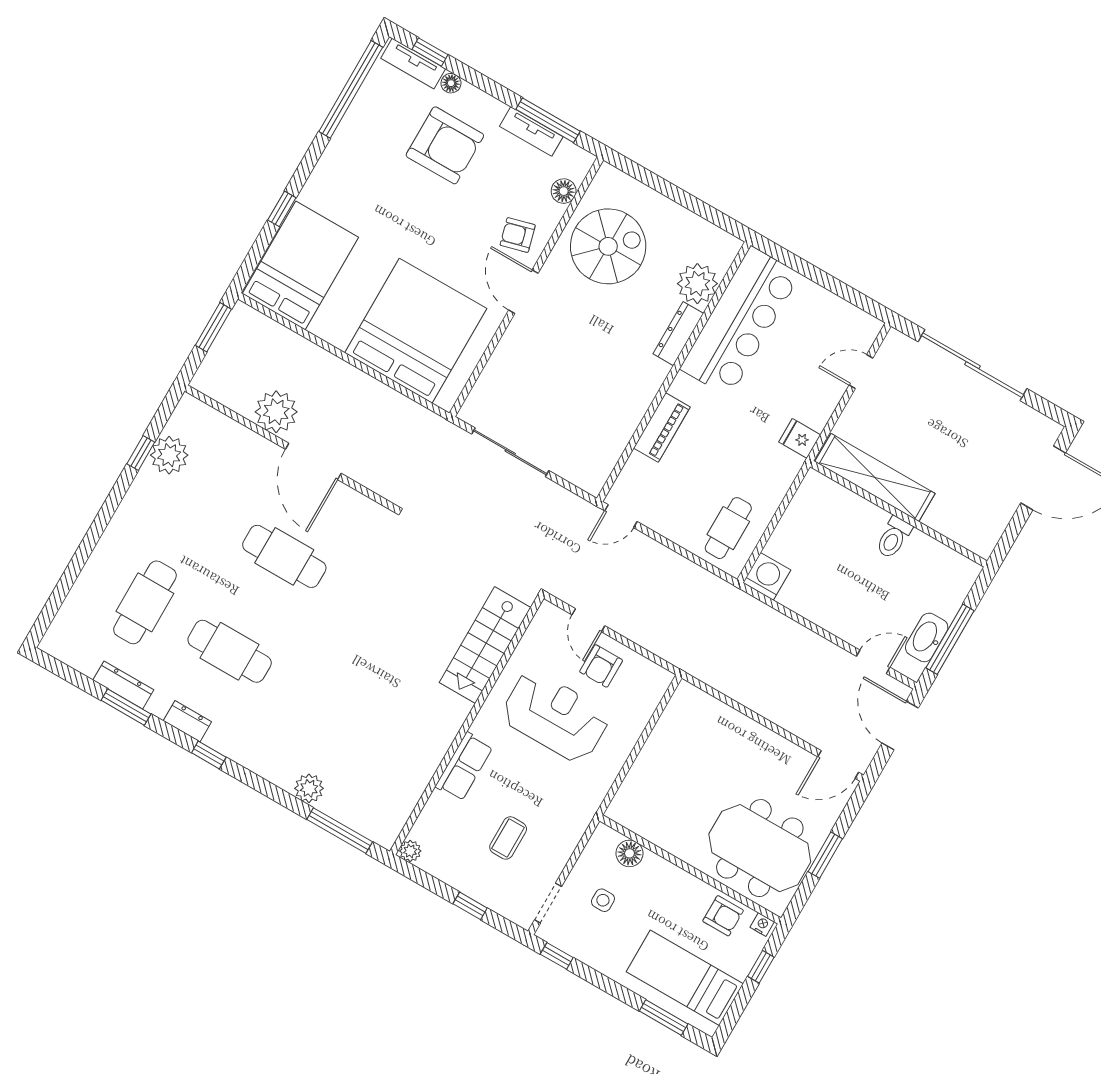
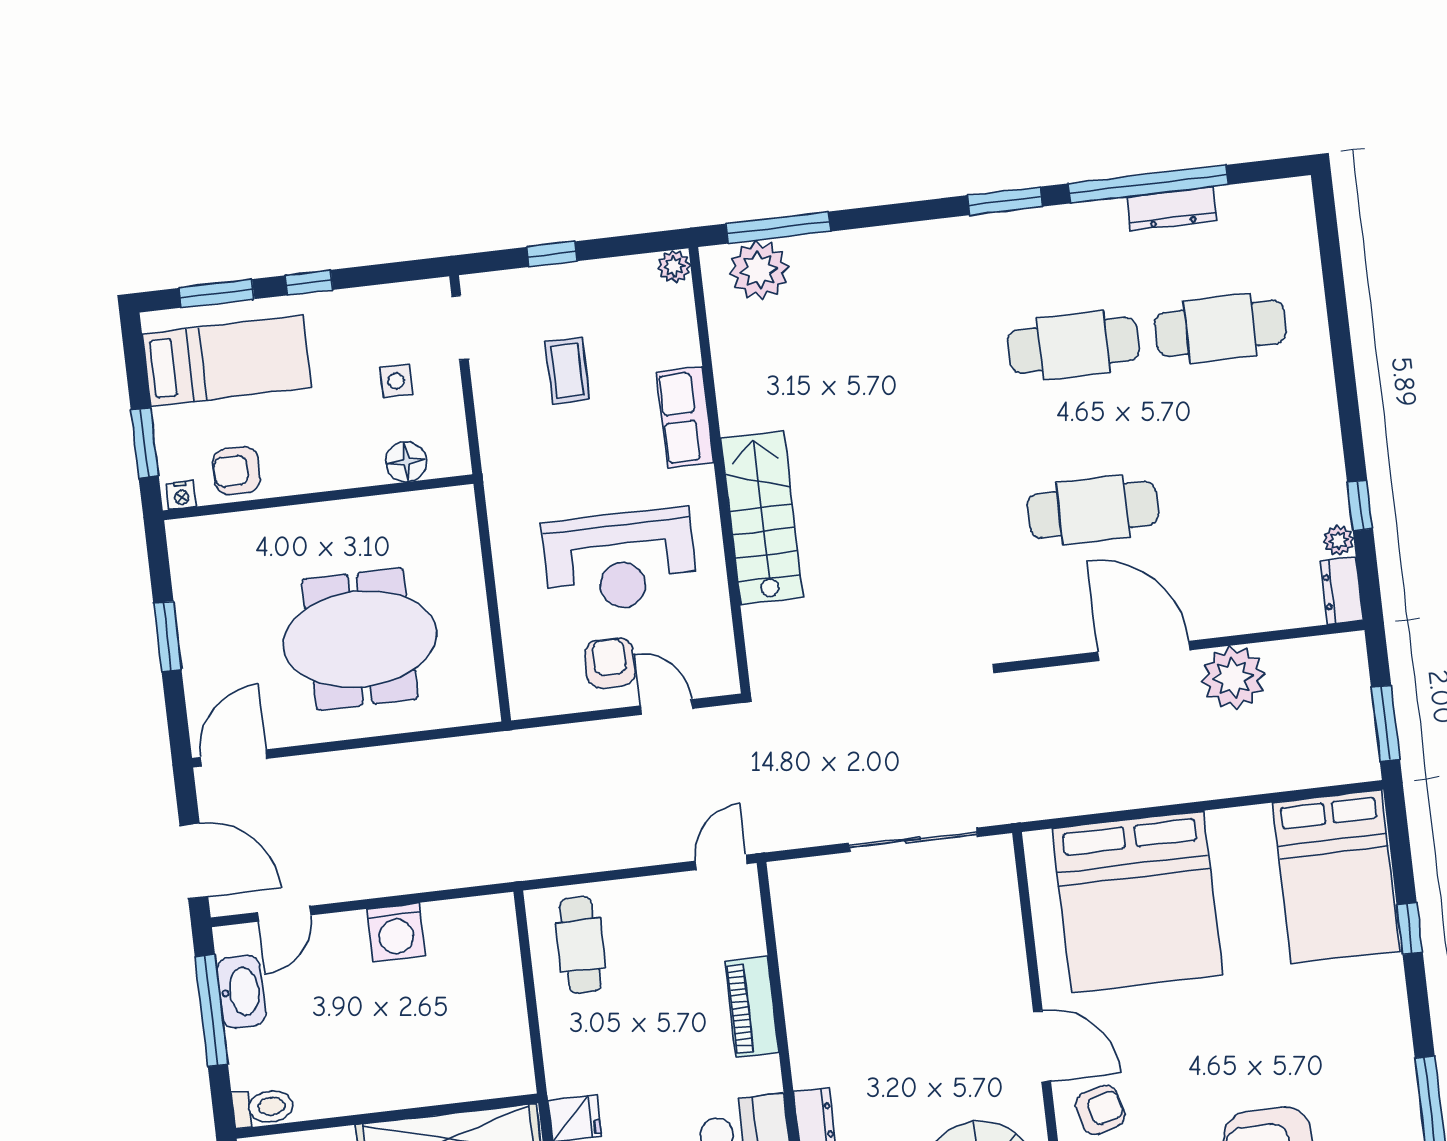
plant: (169, 455) -> (1339, 540), width x0.53, depth x0.53
toilet: (894, 538) -> (263, 1107), moved, turned 90
washing machine: (767, 576) -> (396, 932), moved
cafe table: (145, 602) -> (1220, 328), turned 90
stairs: (485, 645) -> (762, 518), moved
window: (126, 707) -> (1148, 184), width x2.11
dresser: (187, 721) -> (1342, 591), moved, turned 90
window: (209, 755) -> (1005, 201), width x1.50
plant: (309, 788) -> (759, 270), moved, width x1.36, depth x1.36
meeting table: (760, 848) -> (360, 639), moved
window: (557, 956) -> (309, 283), moved
window: (761, 967) -> (145, 443), width x1.50

